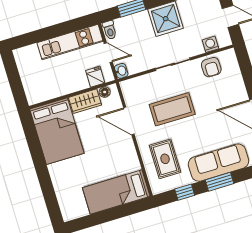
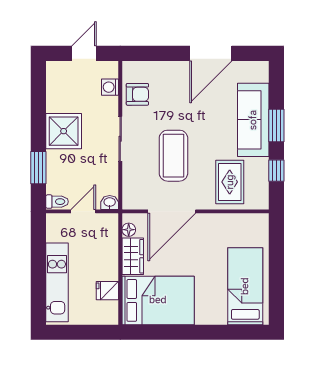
kitchen unit: (70, 42) -> (57, 282), moved
fridge: (95, 77) -> (107, 291), moved
door: (129, 121) -> (172, 211), width x1.36
rug: (165, 159) -> (230, 182), turned 90
bed: (116, 192) -> (245, 286), moved, turned 180

